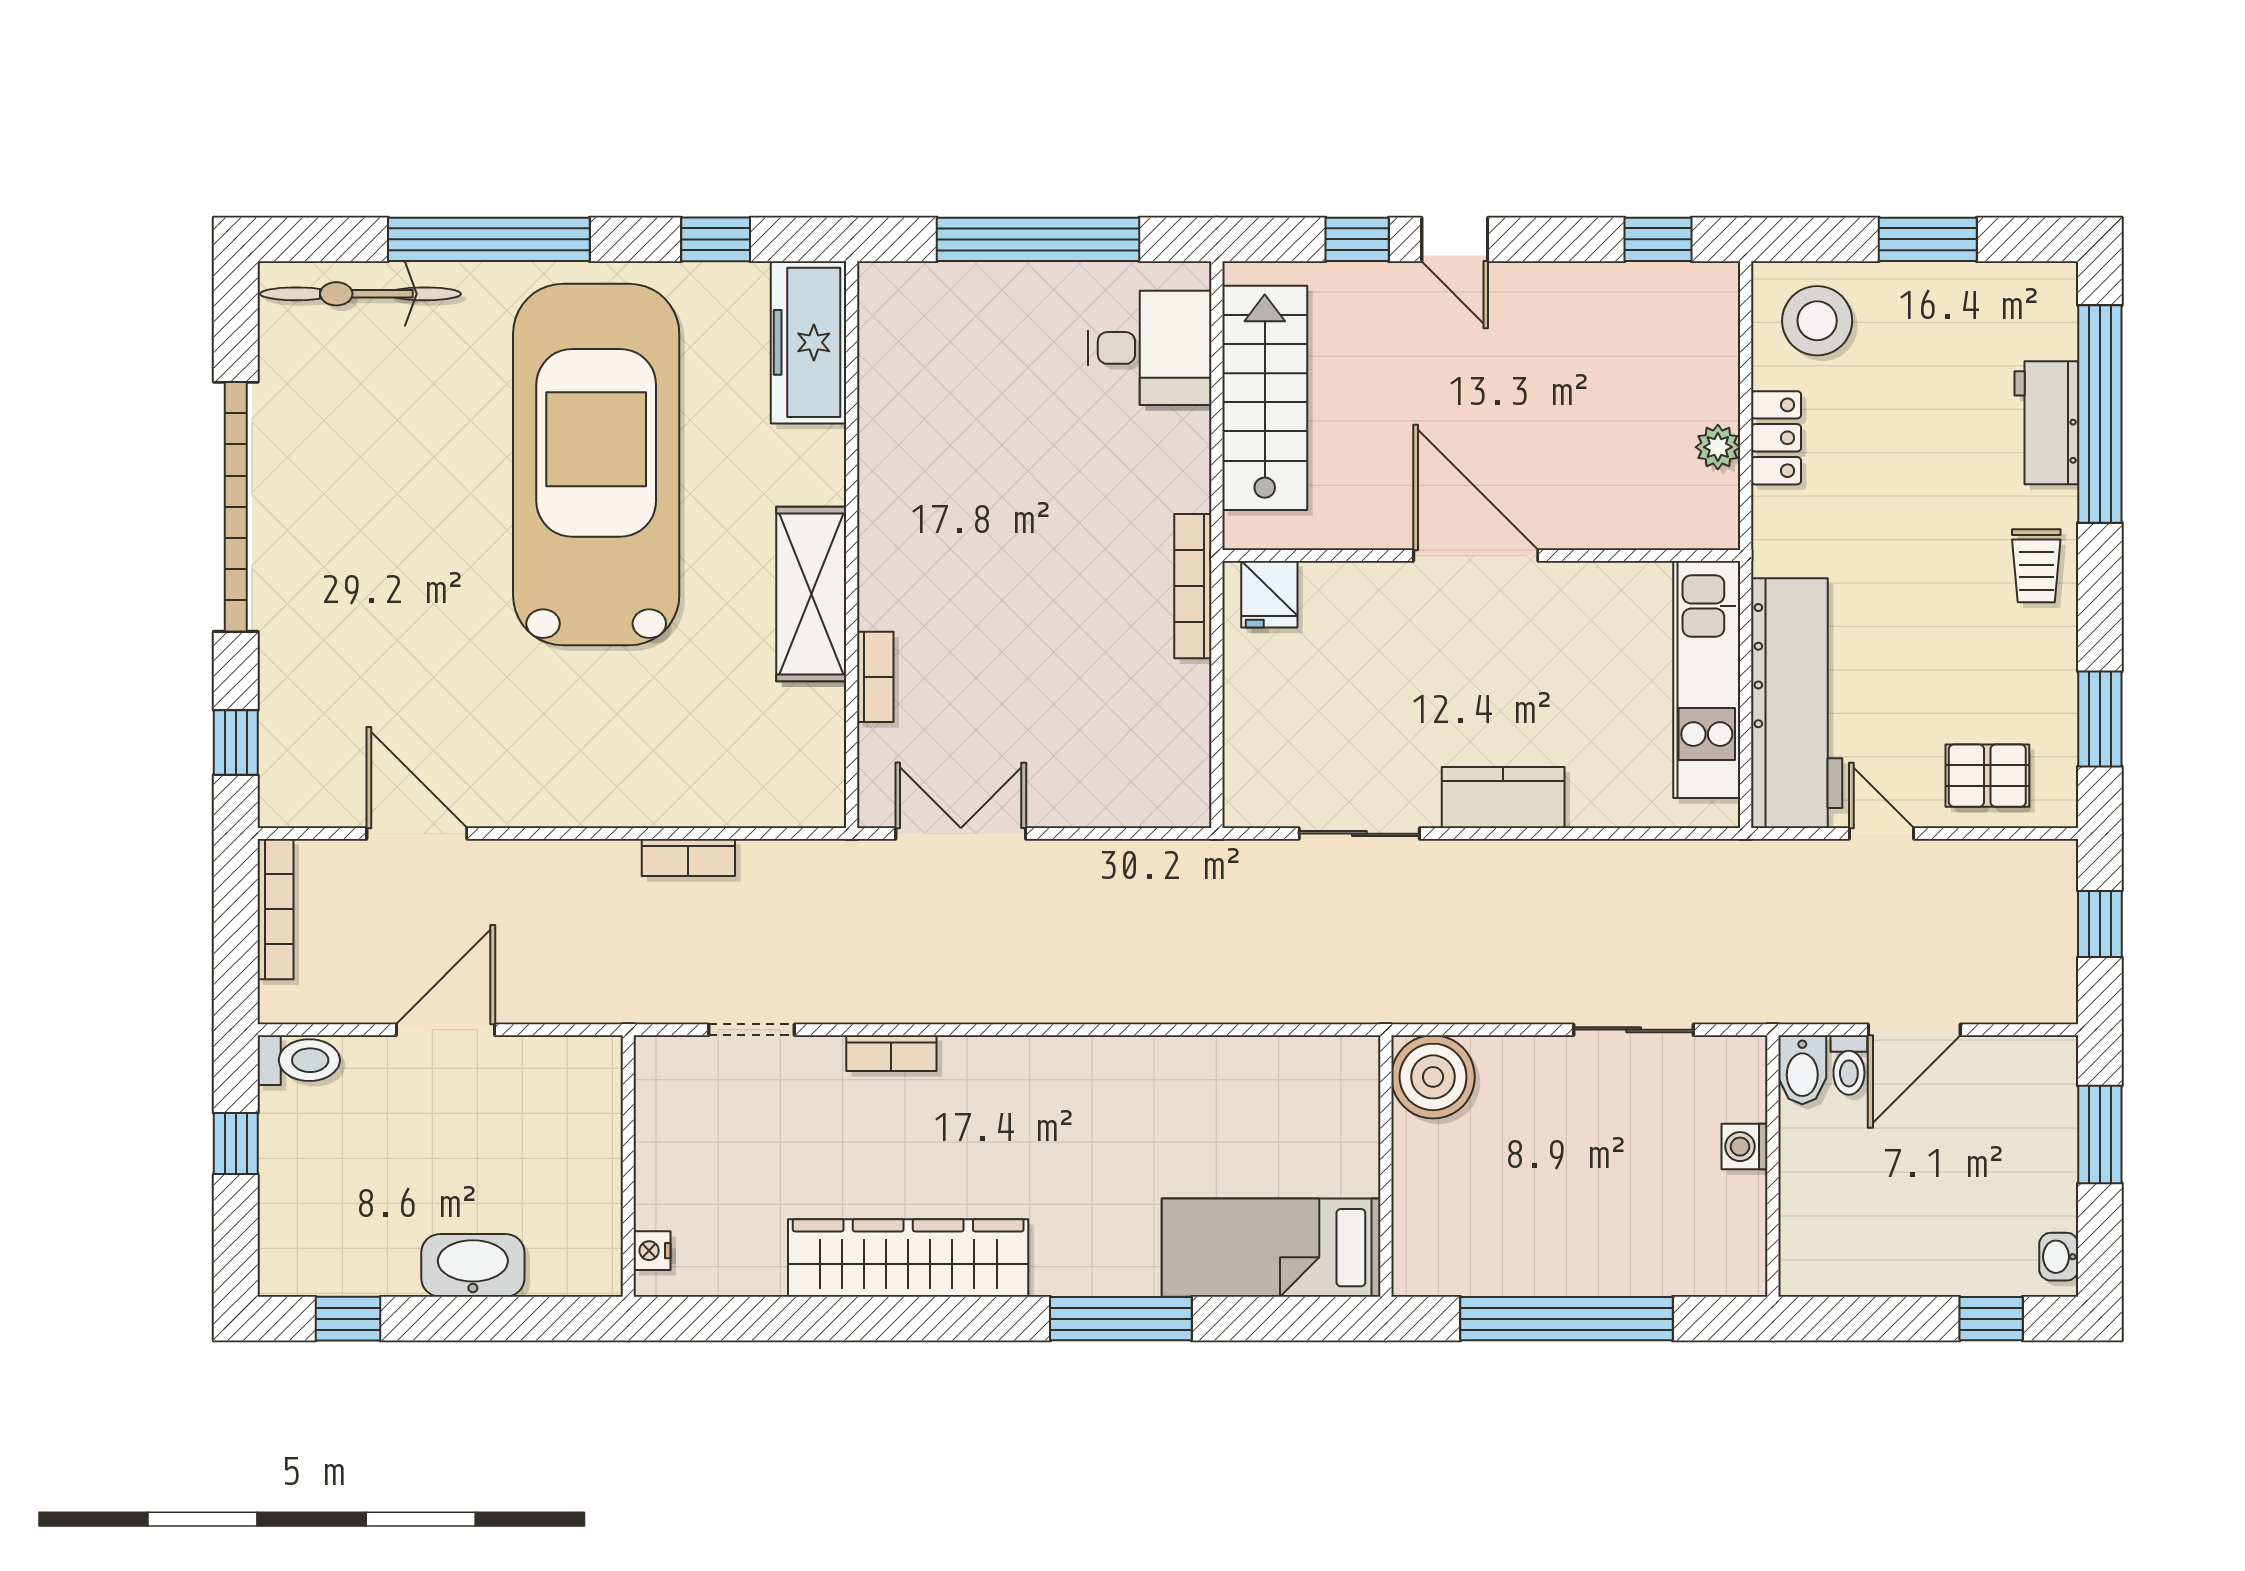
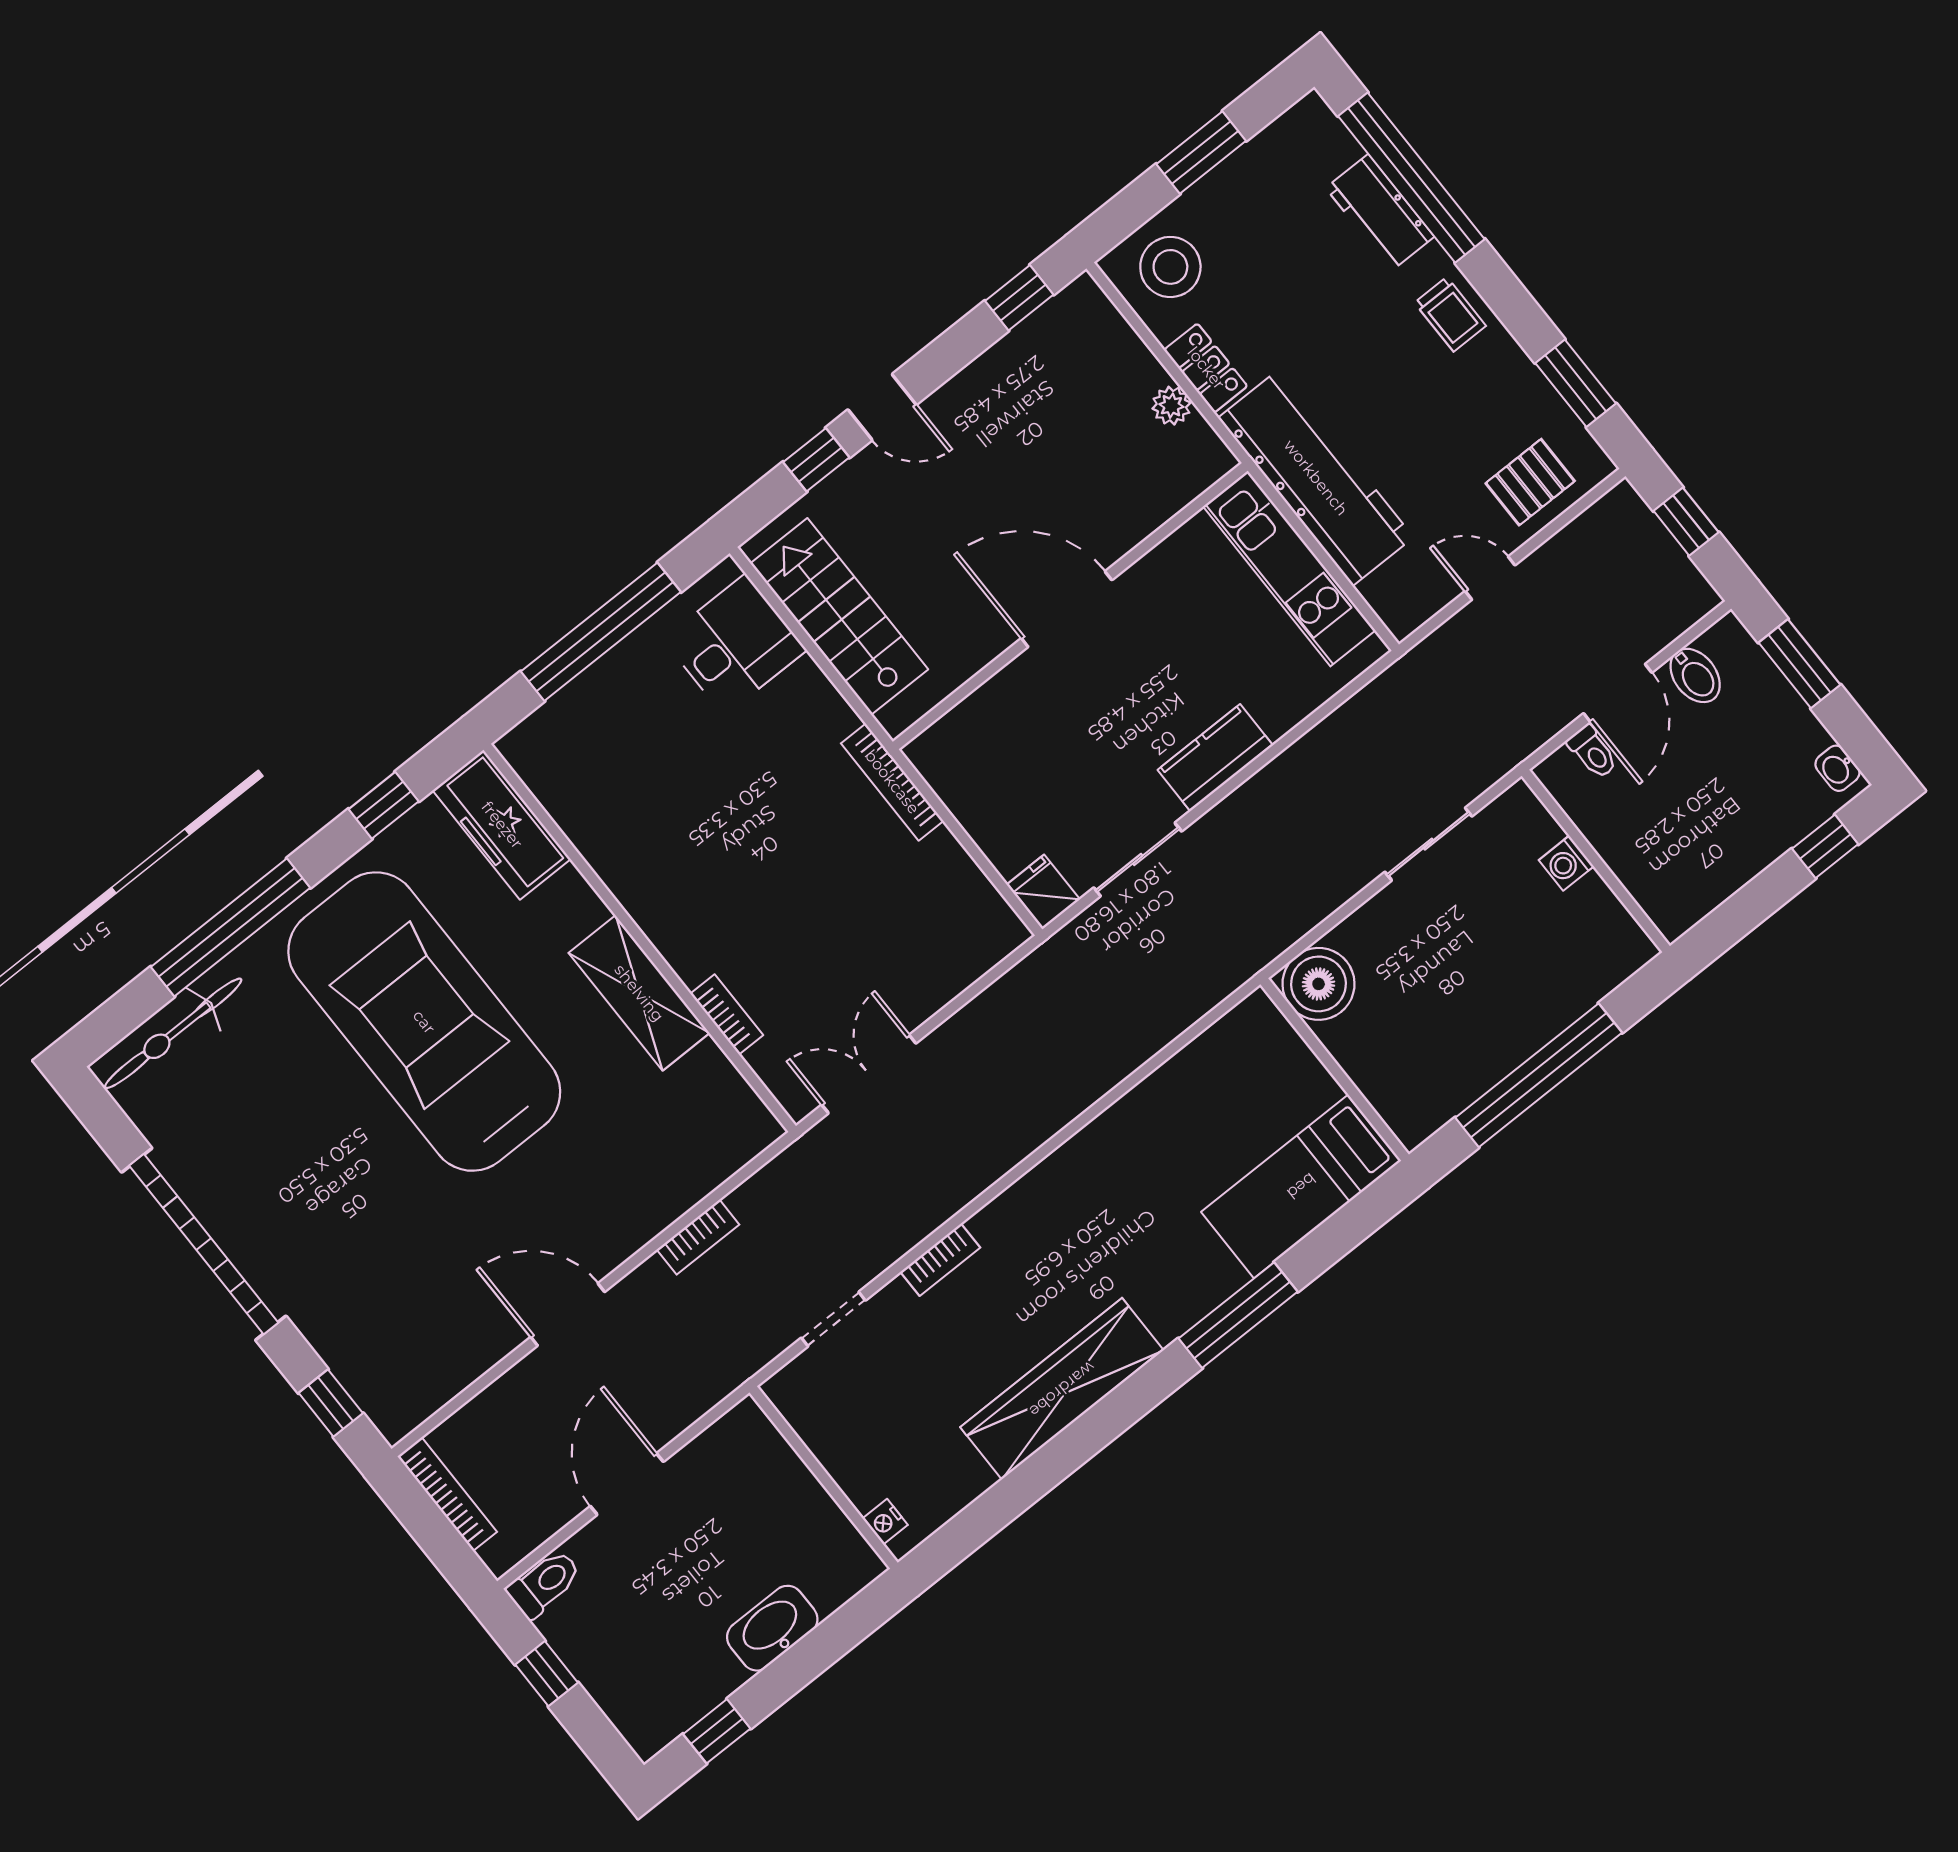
fridge: (1269, 594) -> (1043, 892), moved, turned 180
workbench: (1797, 703) -> (1316, 478), moved
door: (417, 834) -> (568, 1314), moved
bidet: (1802, 1070) -> (1695, 675), moved

